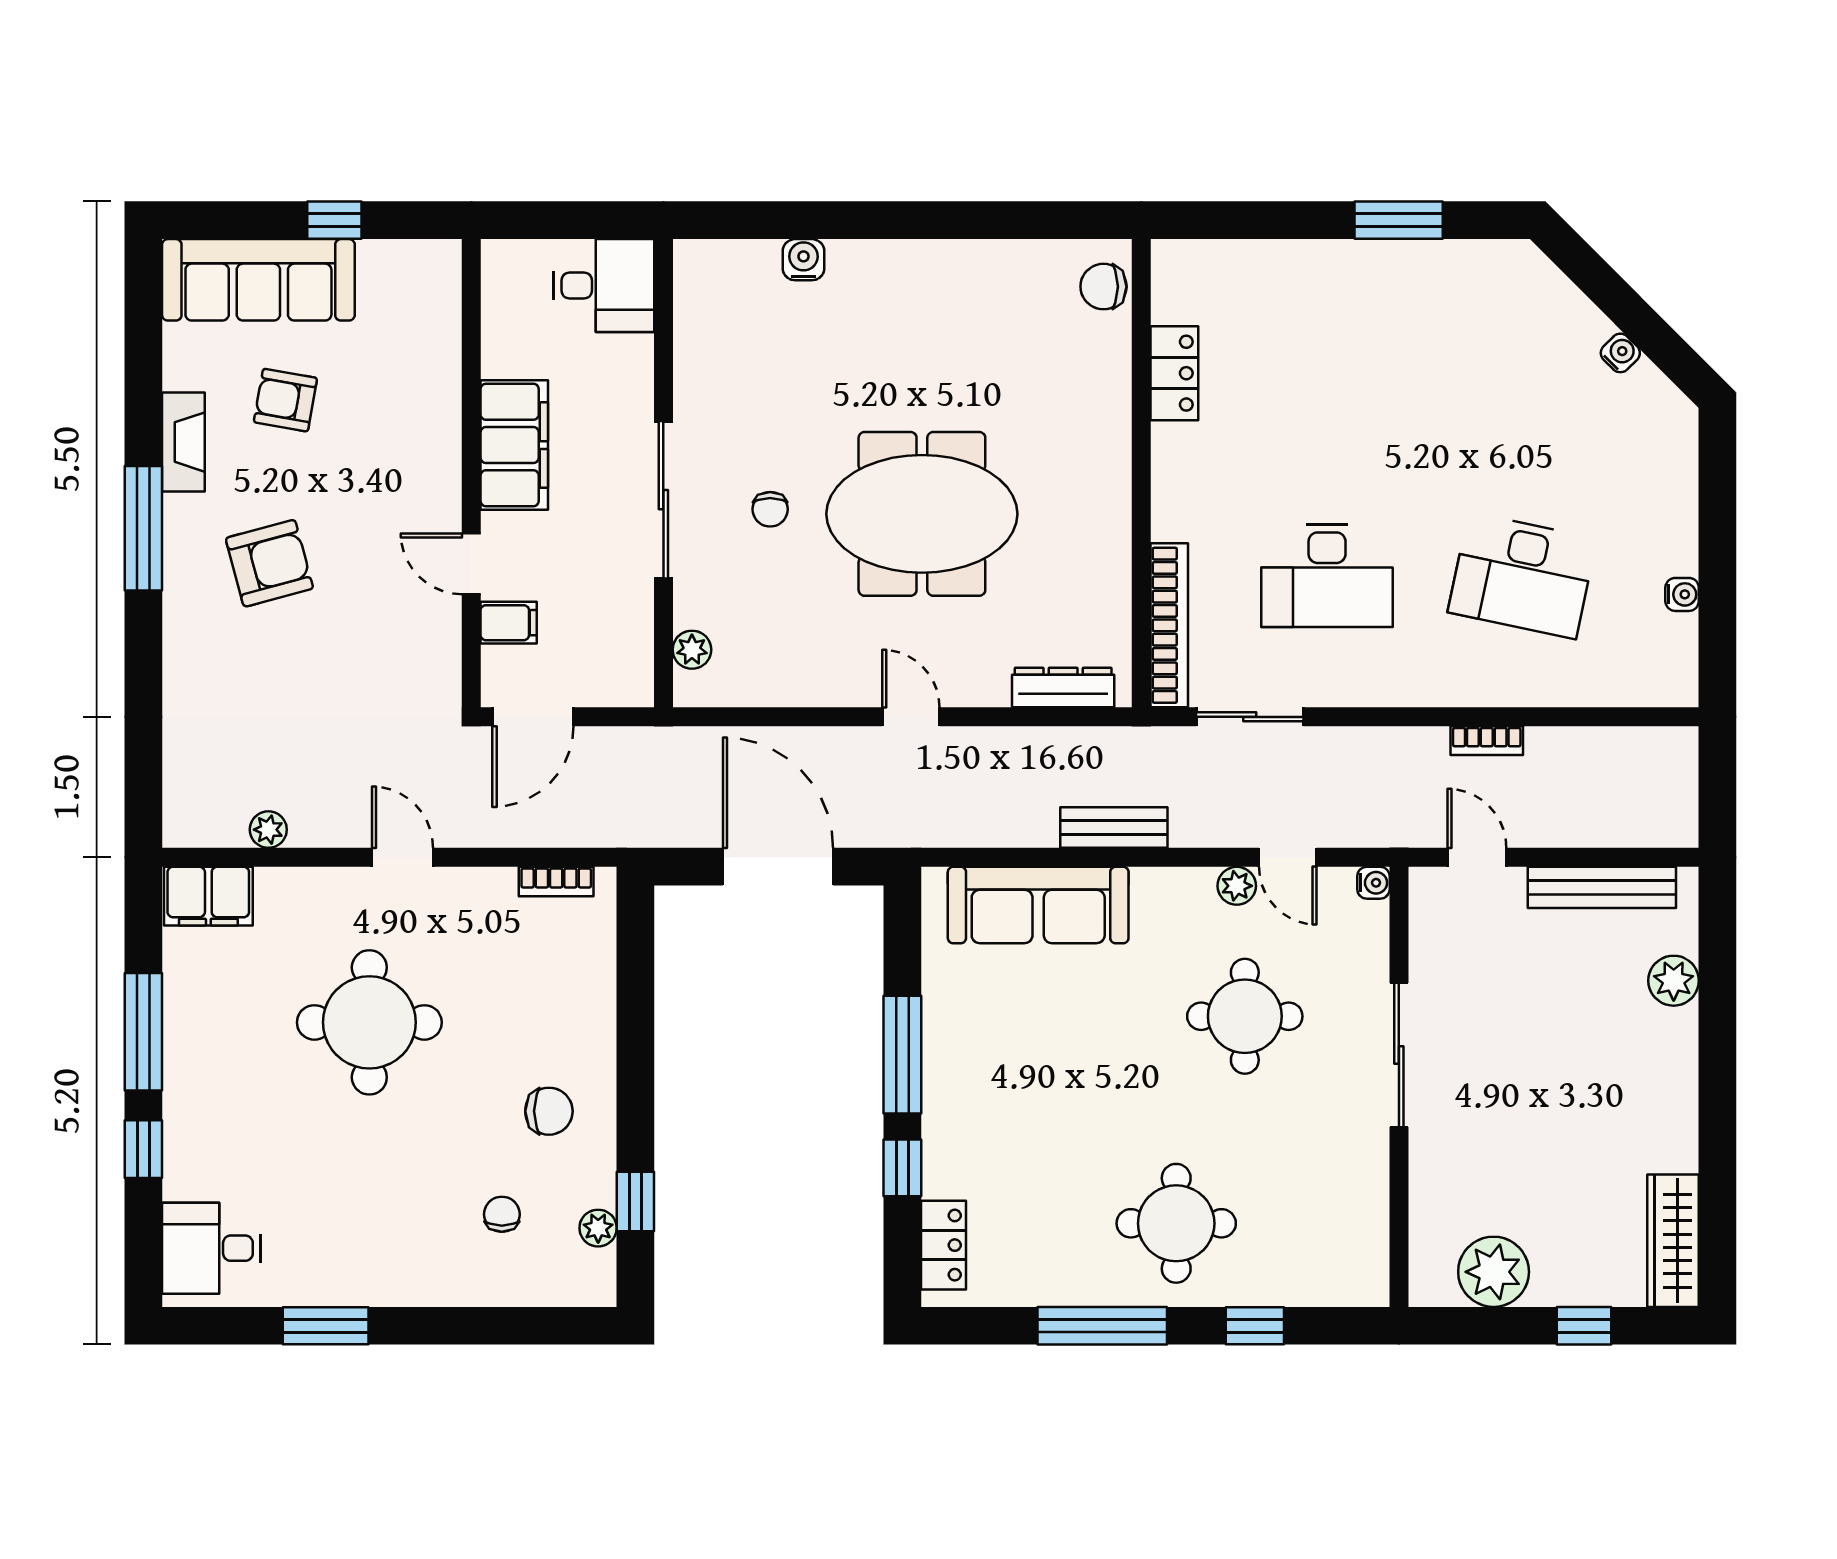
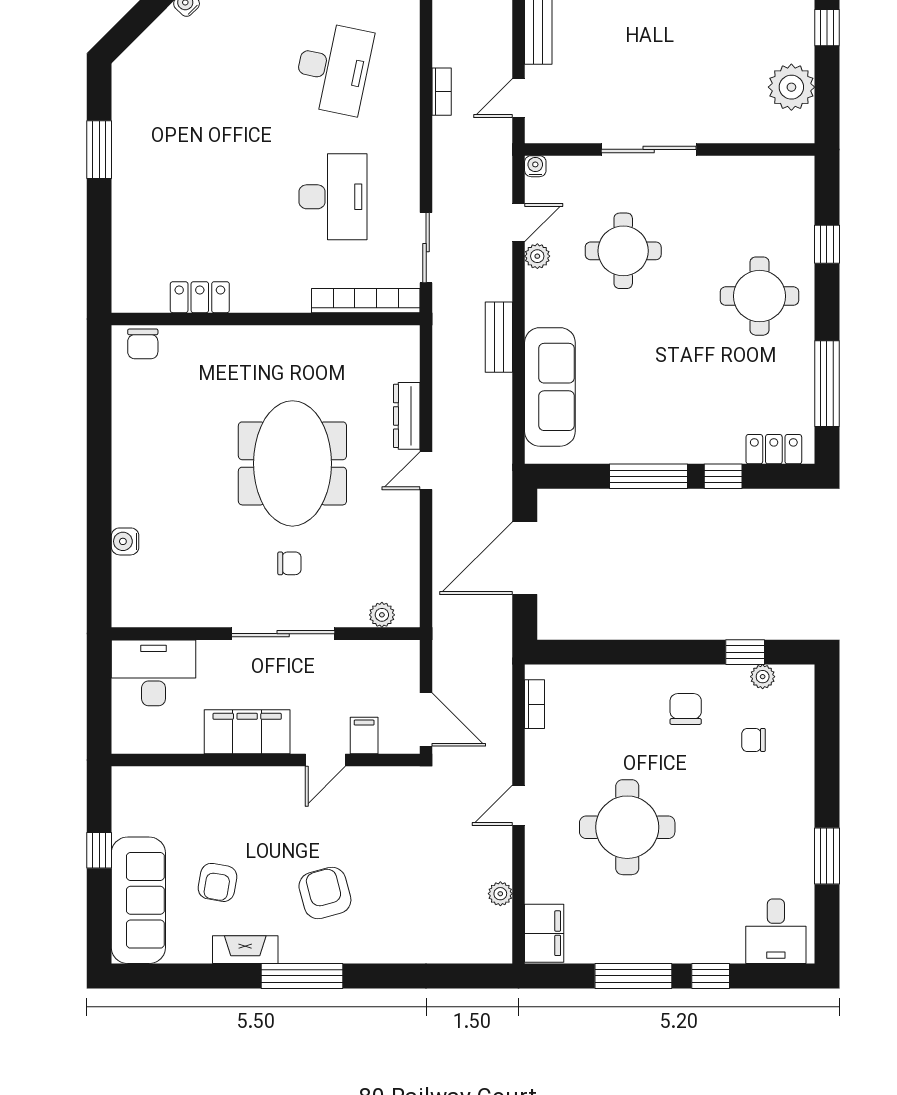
desk: (604, 286) -> (154, 673), width x1.37
dresser: (1063, 687) -> (407, 416), moved
window: (1102, 1326) -> (827, 384), moved

